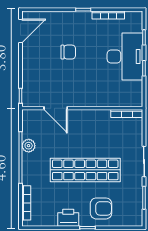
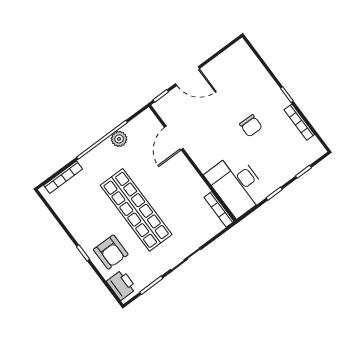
door: (20, 31) -> (187, 76), moved
chair: (68, 52) -> (251, 126), moved
desk: (125, 57) -> (237, 185), moved, turned 90
printer: (68, 218) -> (122, 285), moved

